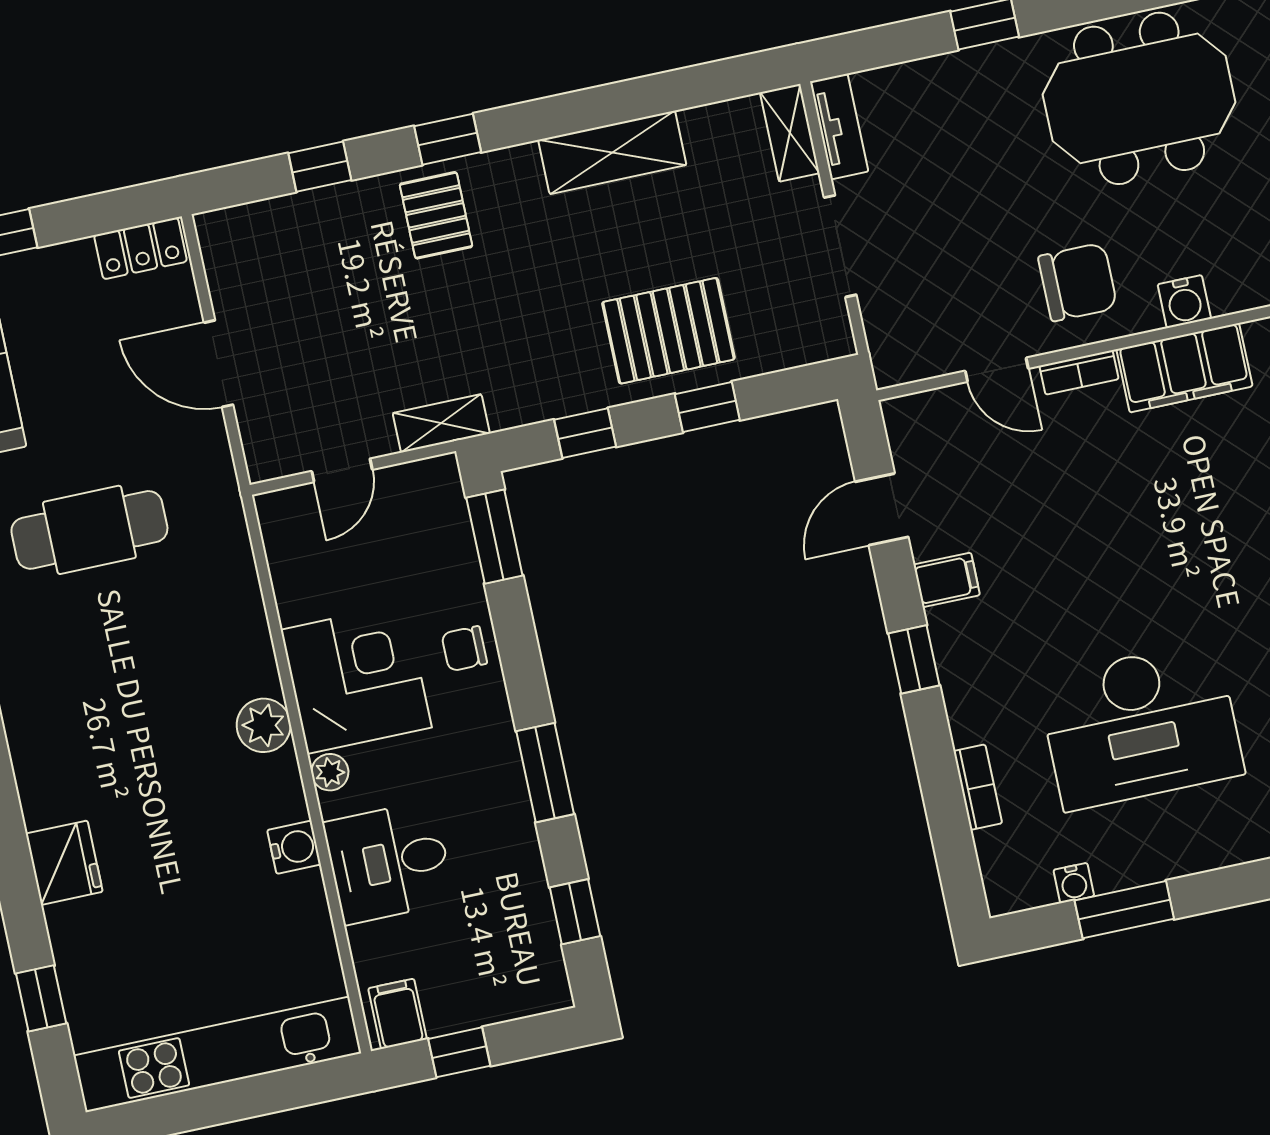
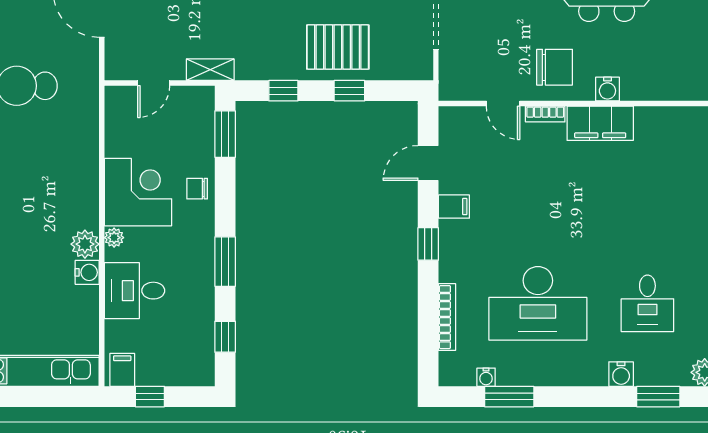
plant: (264, 725) -> (85, 244), moved
bookcase: (978, 787) -> (447, 317), width x1.56

